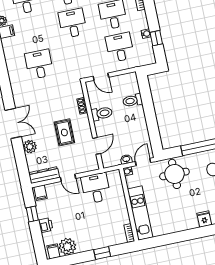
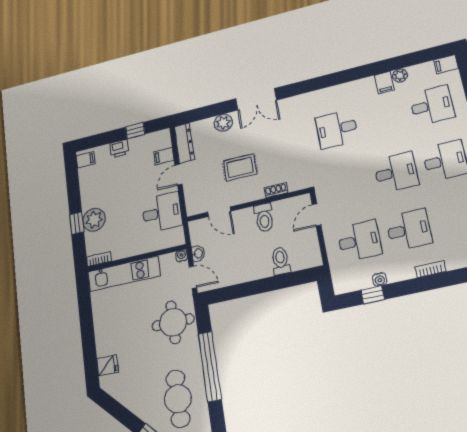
desk: (39, 64) -> (337, 129), turned 180
filing cabinet: (40, 193) -> (164, 156), moved
plant: (67, 247) -> (94, 220), moved

